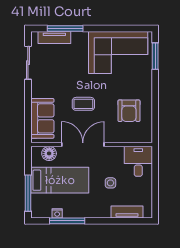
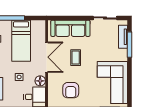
armchair: (129, 111) -> (71, 90), turned -90
sofa: (42, 118) -> (70, 28), width x1.36
floor lamp: (49, 153) -> (40, 81), moved

